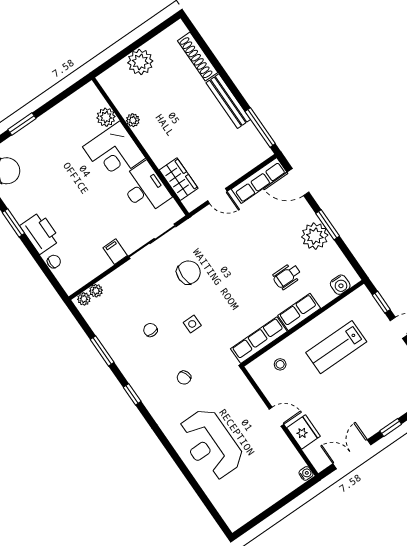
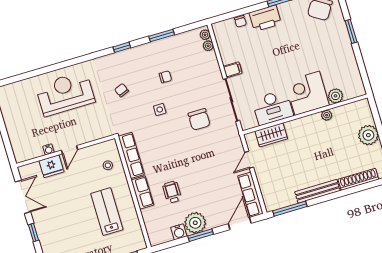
water cooler: (340, 285) -> (179, 232), moved, turned -90
water cooler: (306, 473) -> (48, 149), moved

